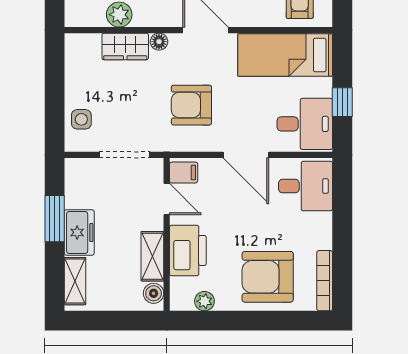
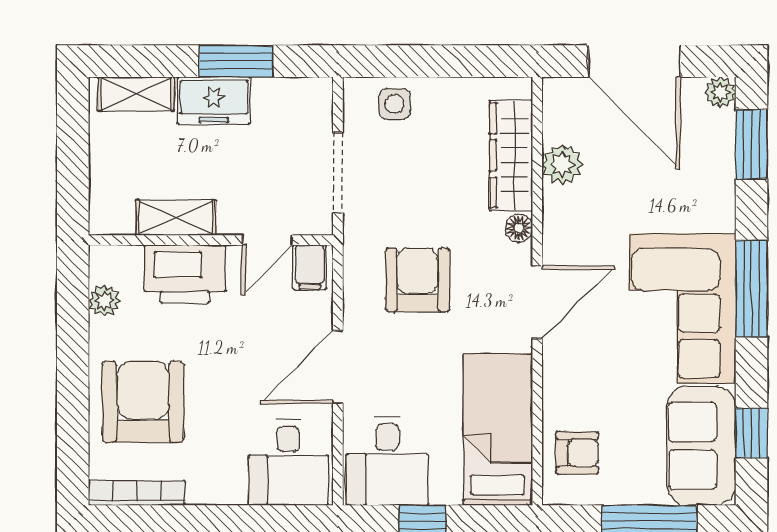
wardrobe: (125, 46) -> (511, 156), width x1.50
boiler: (154, 293) -> (117, 219), removed

